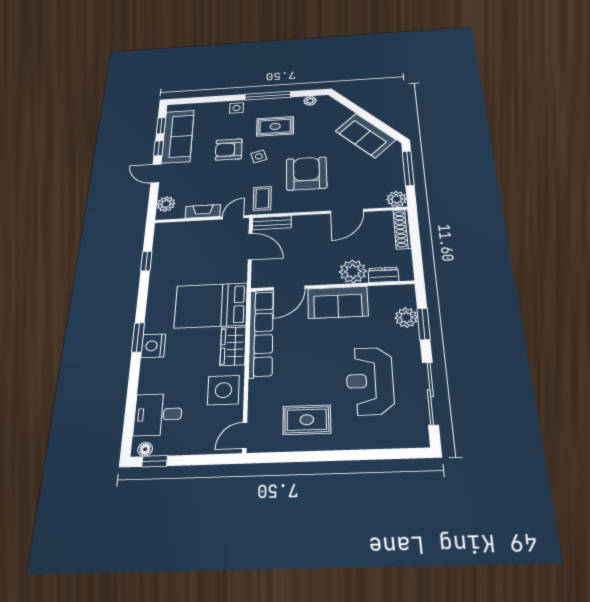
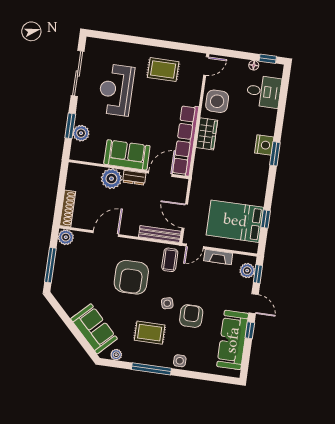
window: (161, 126) -> (258, 274), moved
sofa: (365, 135) -> (94, 329), moved
armchair: (229, 149) -> (191, 316), turned -90
bench: (272, 223) -> (160, 234), width x1.36
dresser: (383, 275) -> (134, 178), moved
bed: (211, 305) -> (235, 221), moved, turned 180
reception desk: (370, 381) -> (116, 90), turned 180
floor lamp: (145, 449) -> (254, 65), moved

